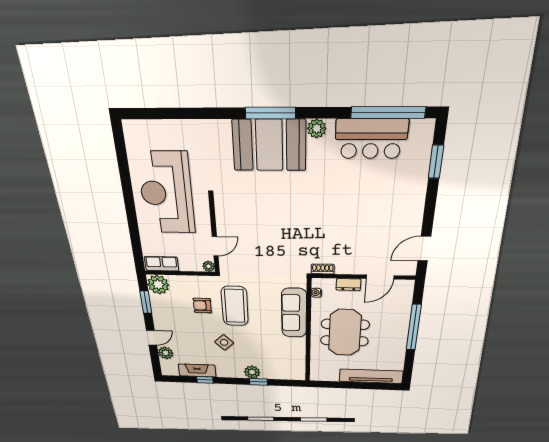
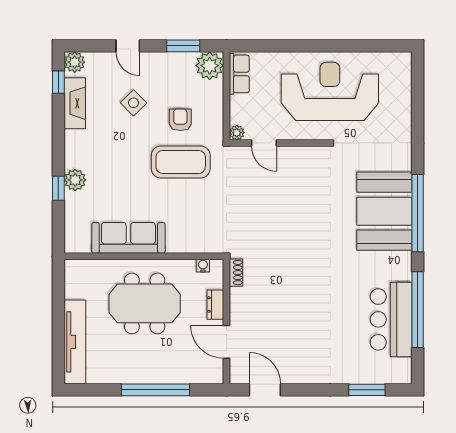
window: (270, 113) -> (418, 213), width x1.46
window: (388, 113) -> (418, 310), moved
plant: (317, 128) -> (402, 262), removed
sofa: (294, 313) -> (128, 238), moved
side table: (224, 342) -> (133, 103), moved
plant: (166, 353) -> (75, 62), moved
window: (205, 380) -> (58, 82), moved

